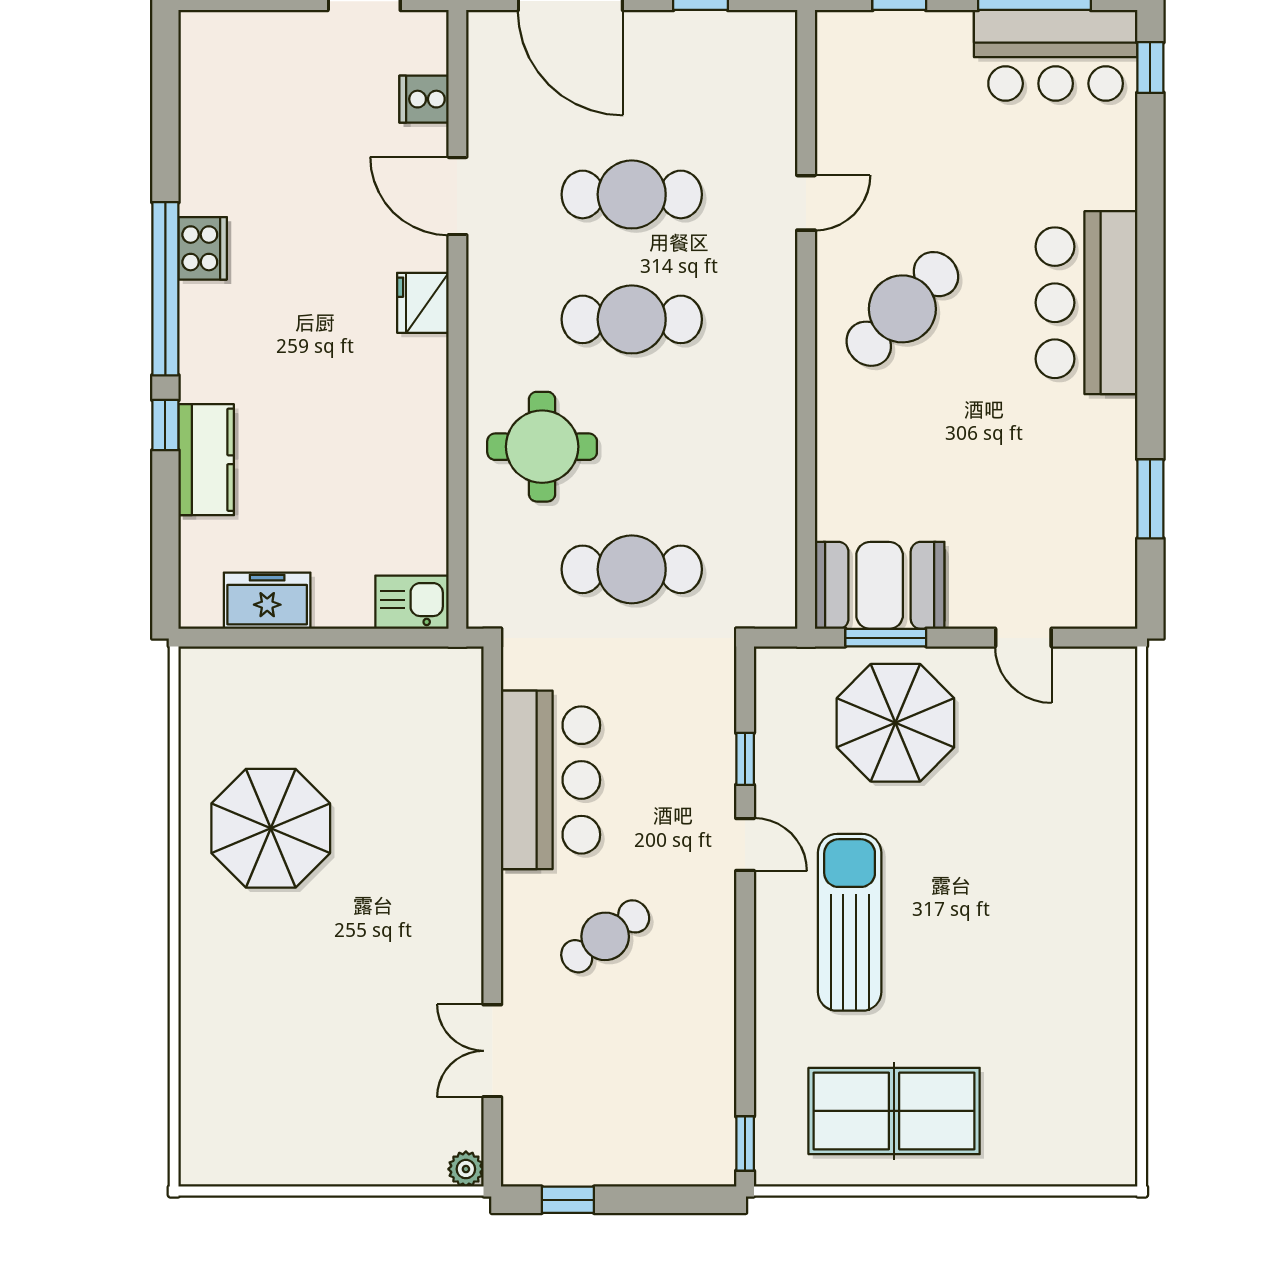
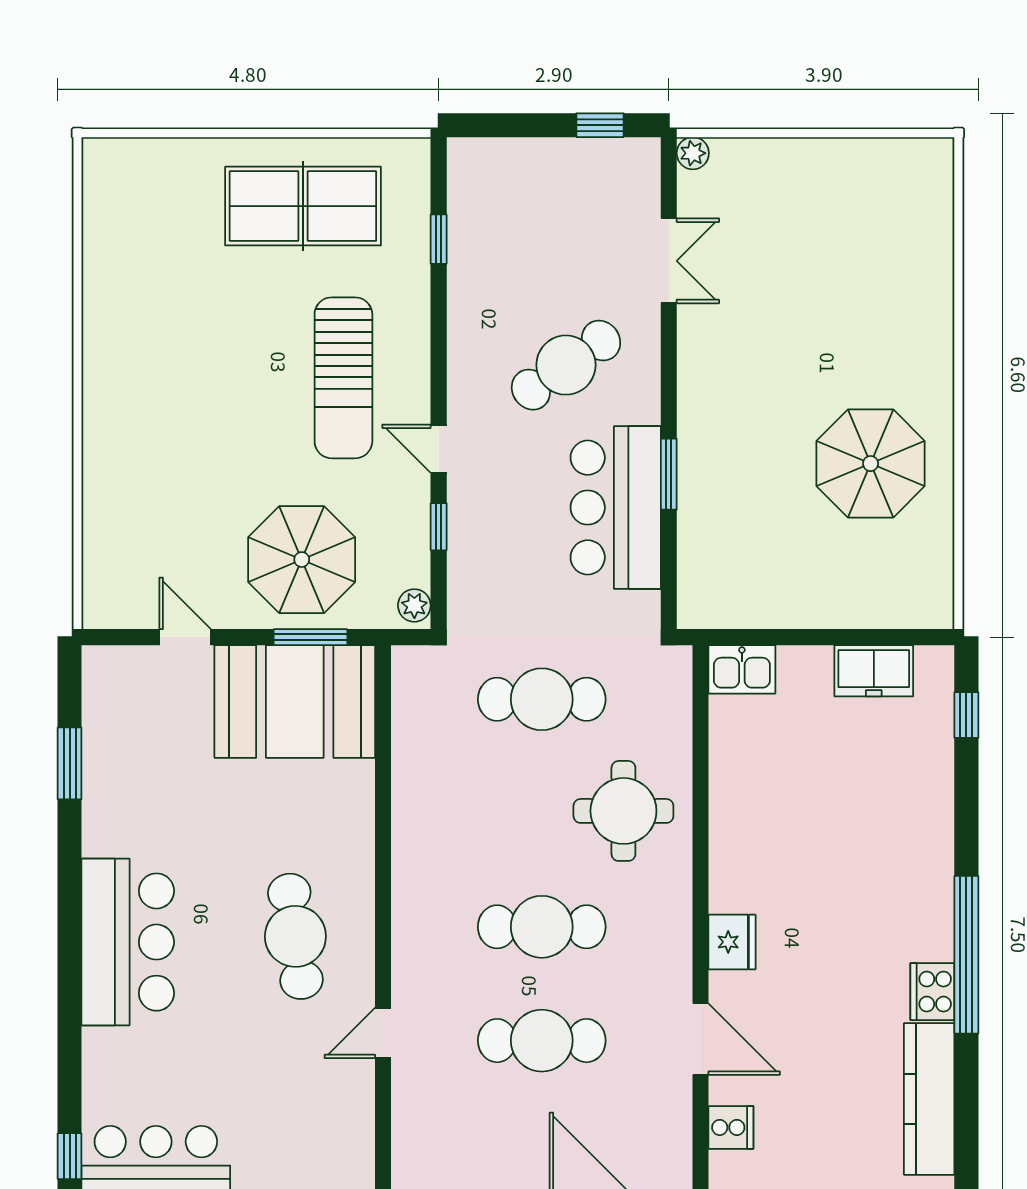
cafe table: (902, 309) -> (295, 936), turned -52
window: (165, 425) -> (966, 715), moved
kitchen counter: (206, 460) -> (929, 1099), moved, width x1.50
booth: (880, 585) -> (295, 701), width x1.36, depth x1.42
plant: (772, 672) -> (414, 605), added
window: (492, 817) -> (669, 474), added
cafe table: (605, 936) -> (566, 365), width x1.37, depth x1.35
window: (745, 1144) -> (439, 239), moved

